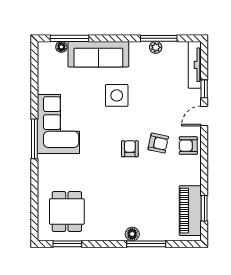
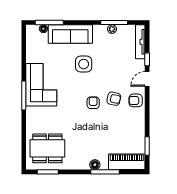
dining table: (67, 211) -> (47, 148), width x1.38
piano: (190, 211) -> (127, 162), moved, turned 90

